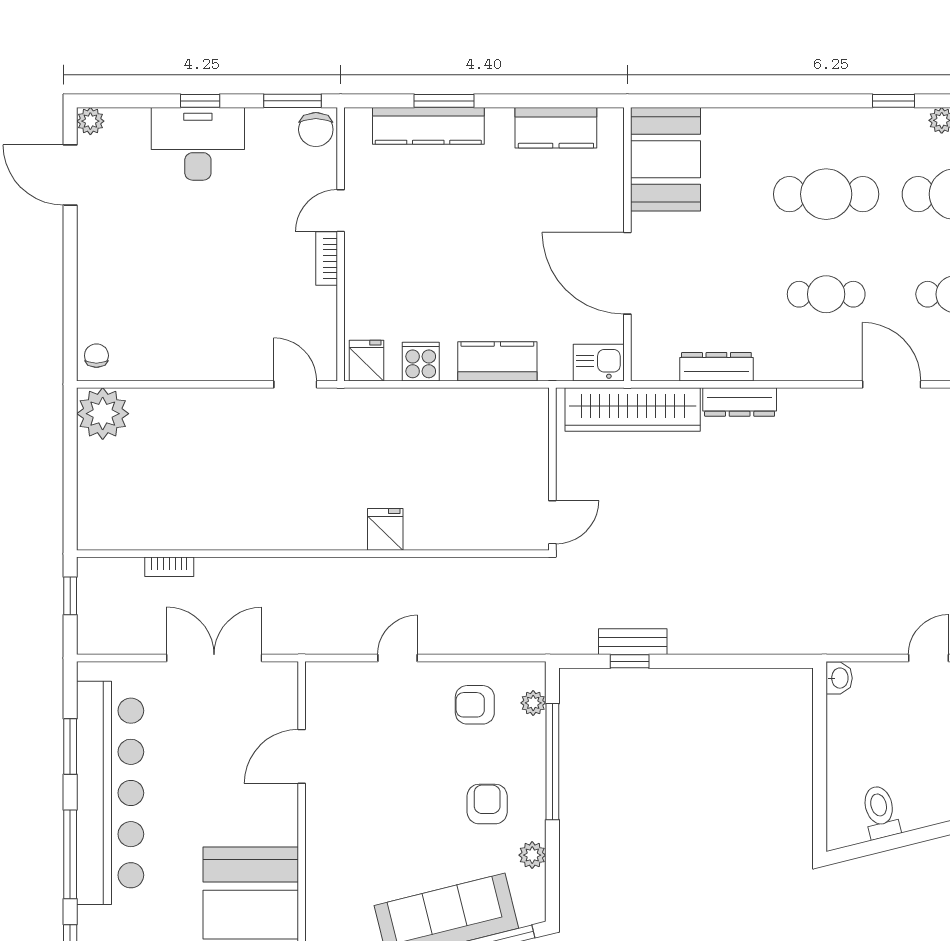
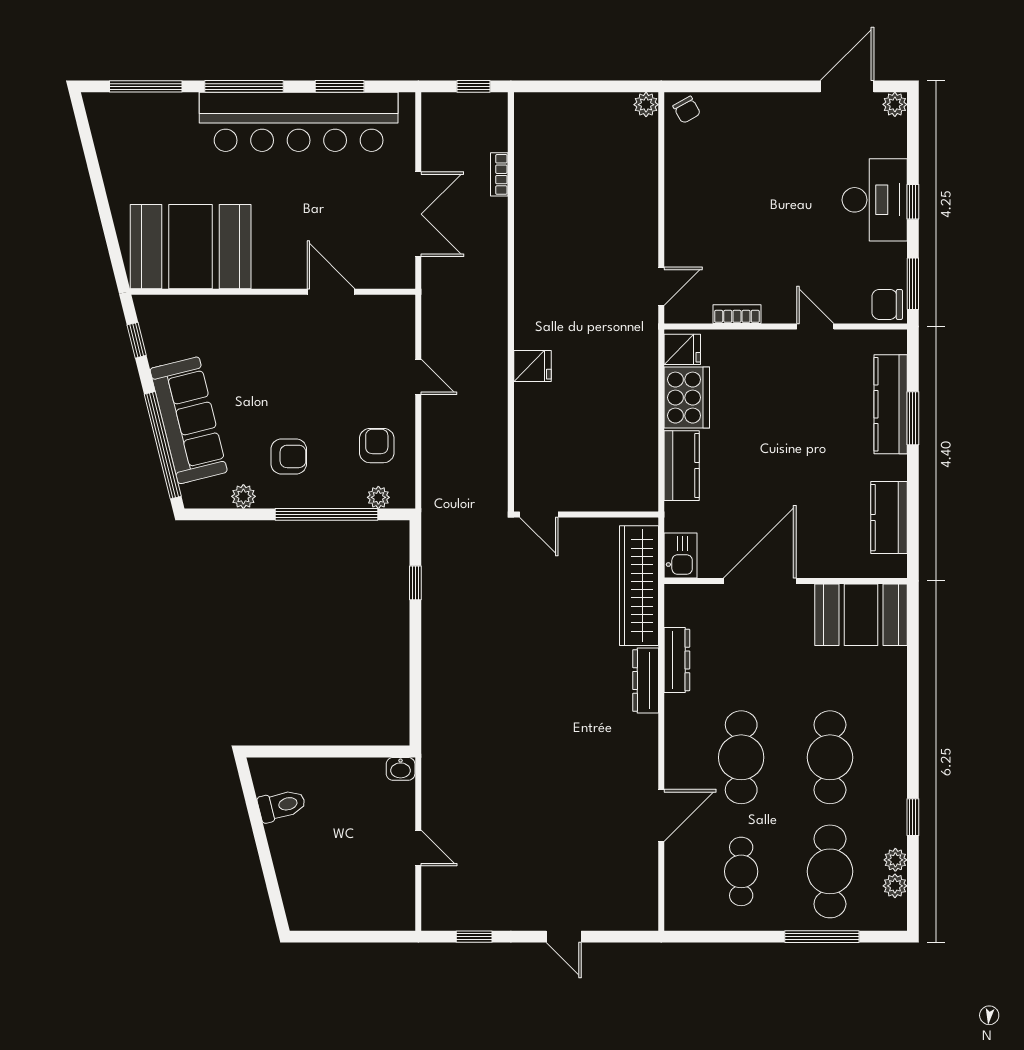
bookcase: (327, 259) -> (737, 314), moved
cafe table: (826, 294) -> (741, 757), width x1.37, depth x1.35
chair: (96, 356) -> (687, 110), turned 61
cooker: (421, 362) -> (687, 398), width x1.87, depth x1.31
plant: (103, 414) -> (646, 105), width x0.53, depth x0.53
bench: (633, 642) -> (433, 586), removed

